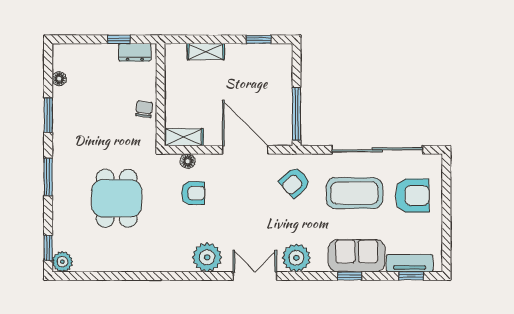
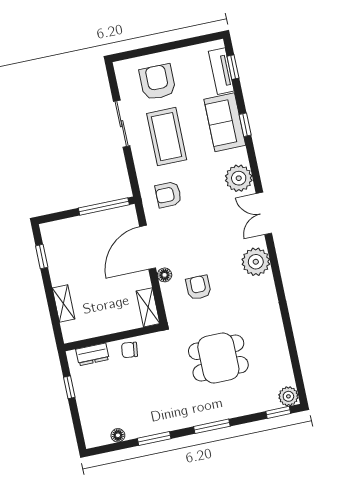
dresser: (135, 52) -> (92, 354), moved, turned 90
sliding door: (377, 150) -> (122, 124), width x0.54
floor lamp: (188, 161) -> (165, 275), moved
armchair: (295, 182) -> (168, 195), turned 132

